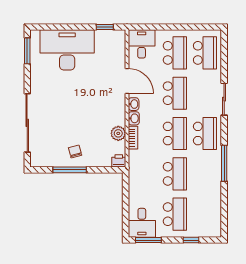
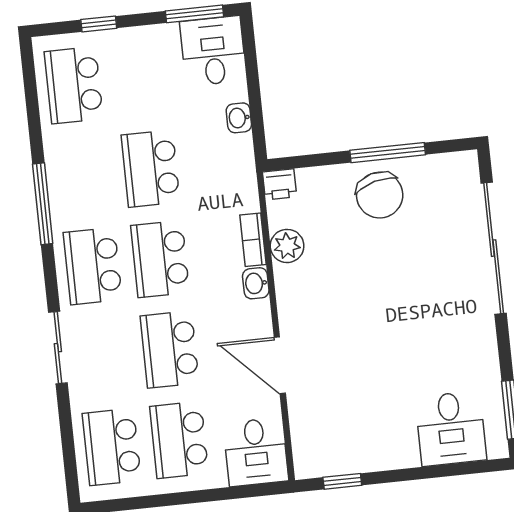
desk: (67, 50) -> (451, 428), width x0.53, depth x0.77
washbasin: (134, 104) -> (239, 118), moved
chair: (75, 152) -> (380, 195), width x1.87, depth x1.87
school desk: (175, 214) -> (74, 85), moved

